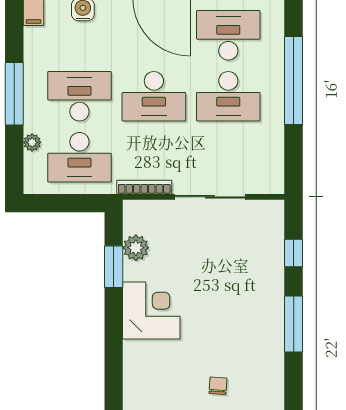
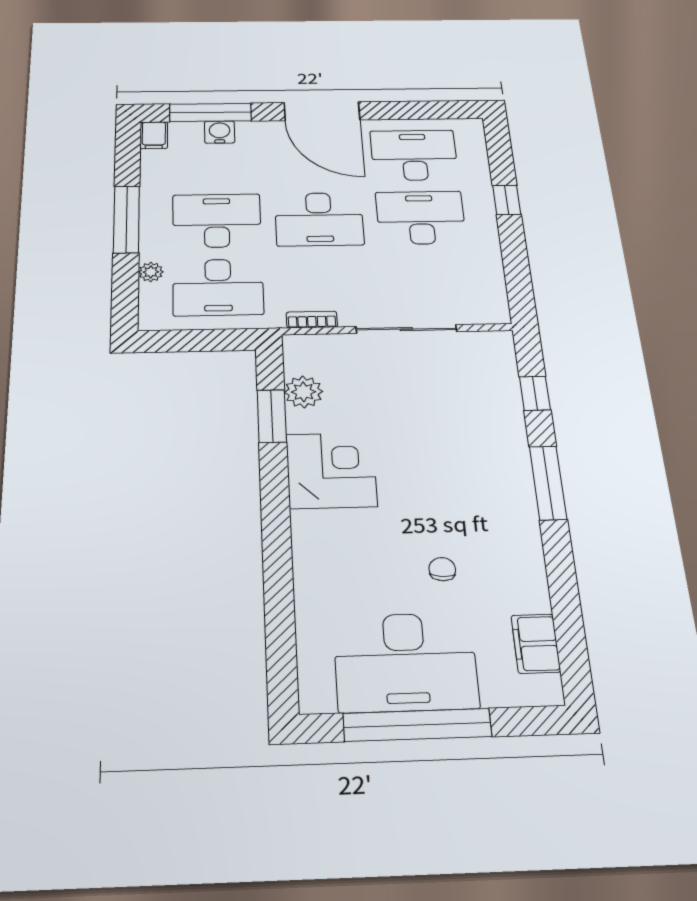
window: (294, 81) -> (507, 200), width x0.32
desk: (228, 96) -> (421, 218), turned 180
bookcase: (144, 187) -> (312, 320), width x0.64

